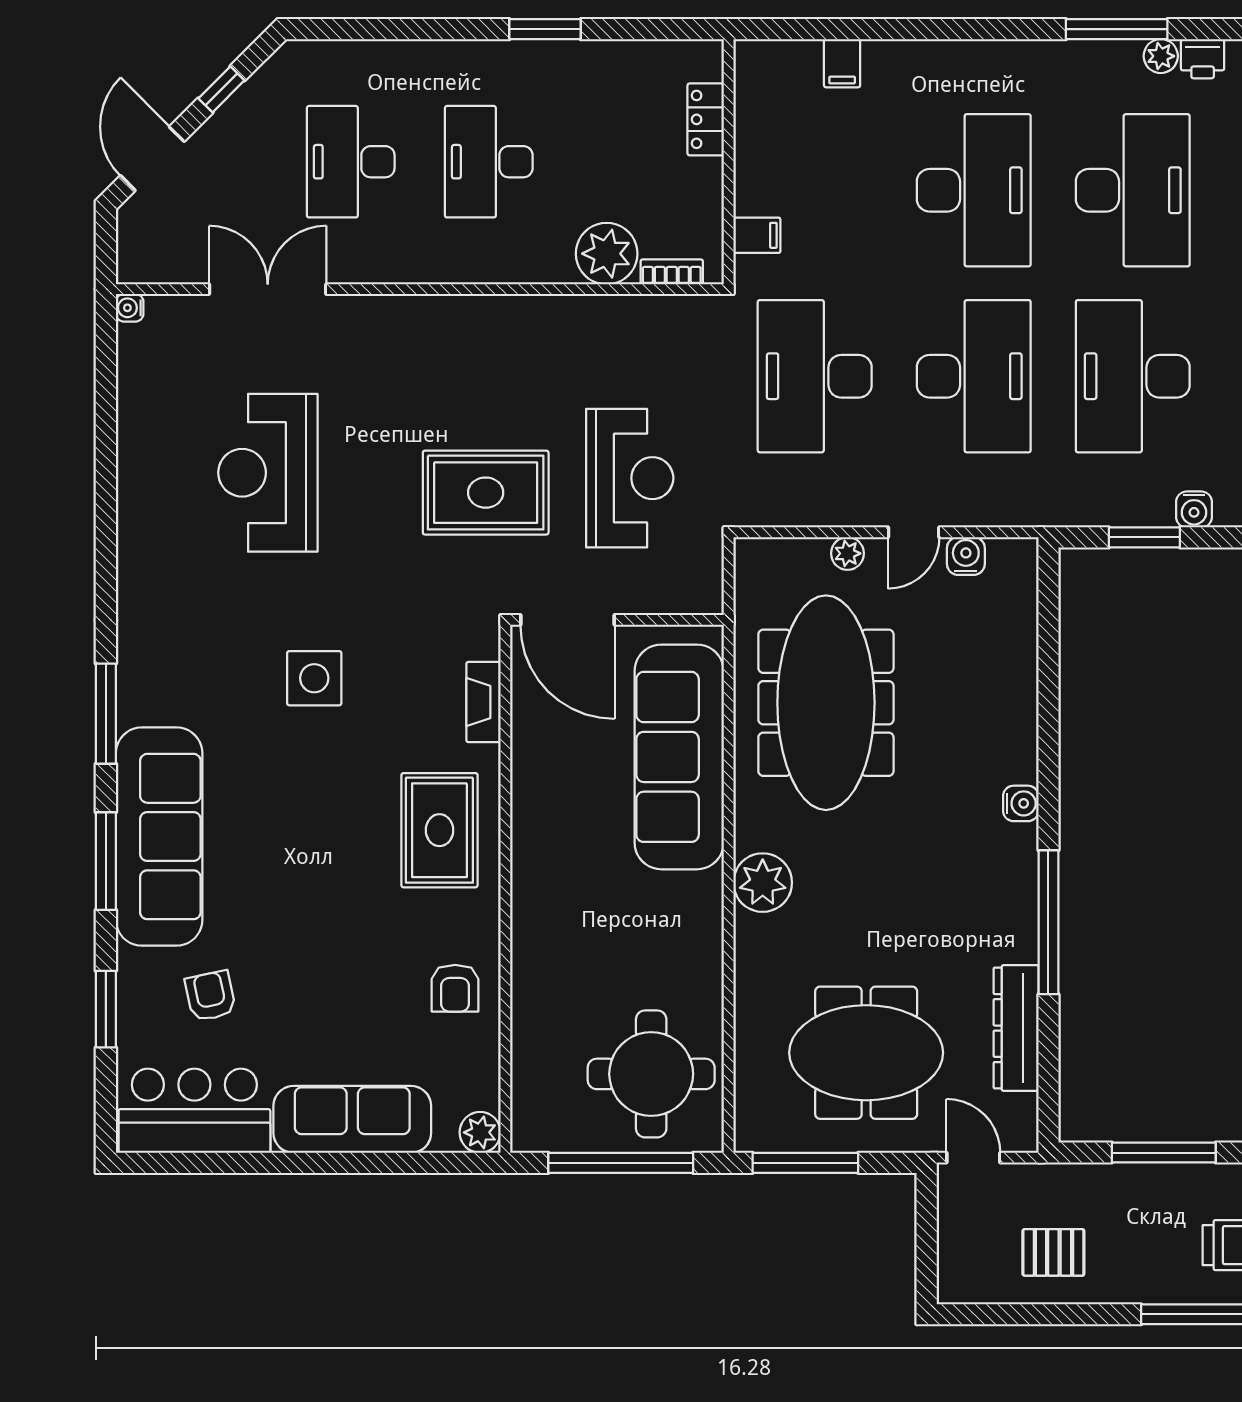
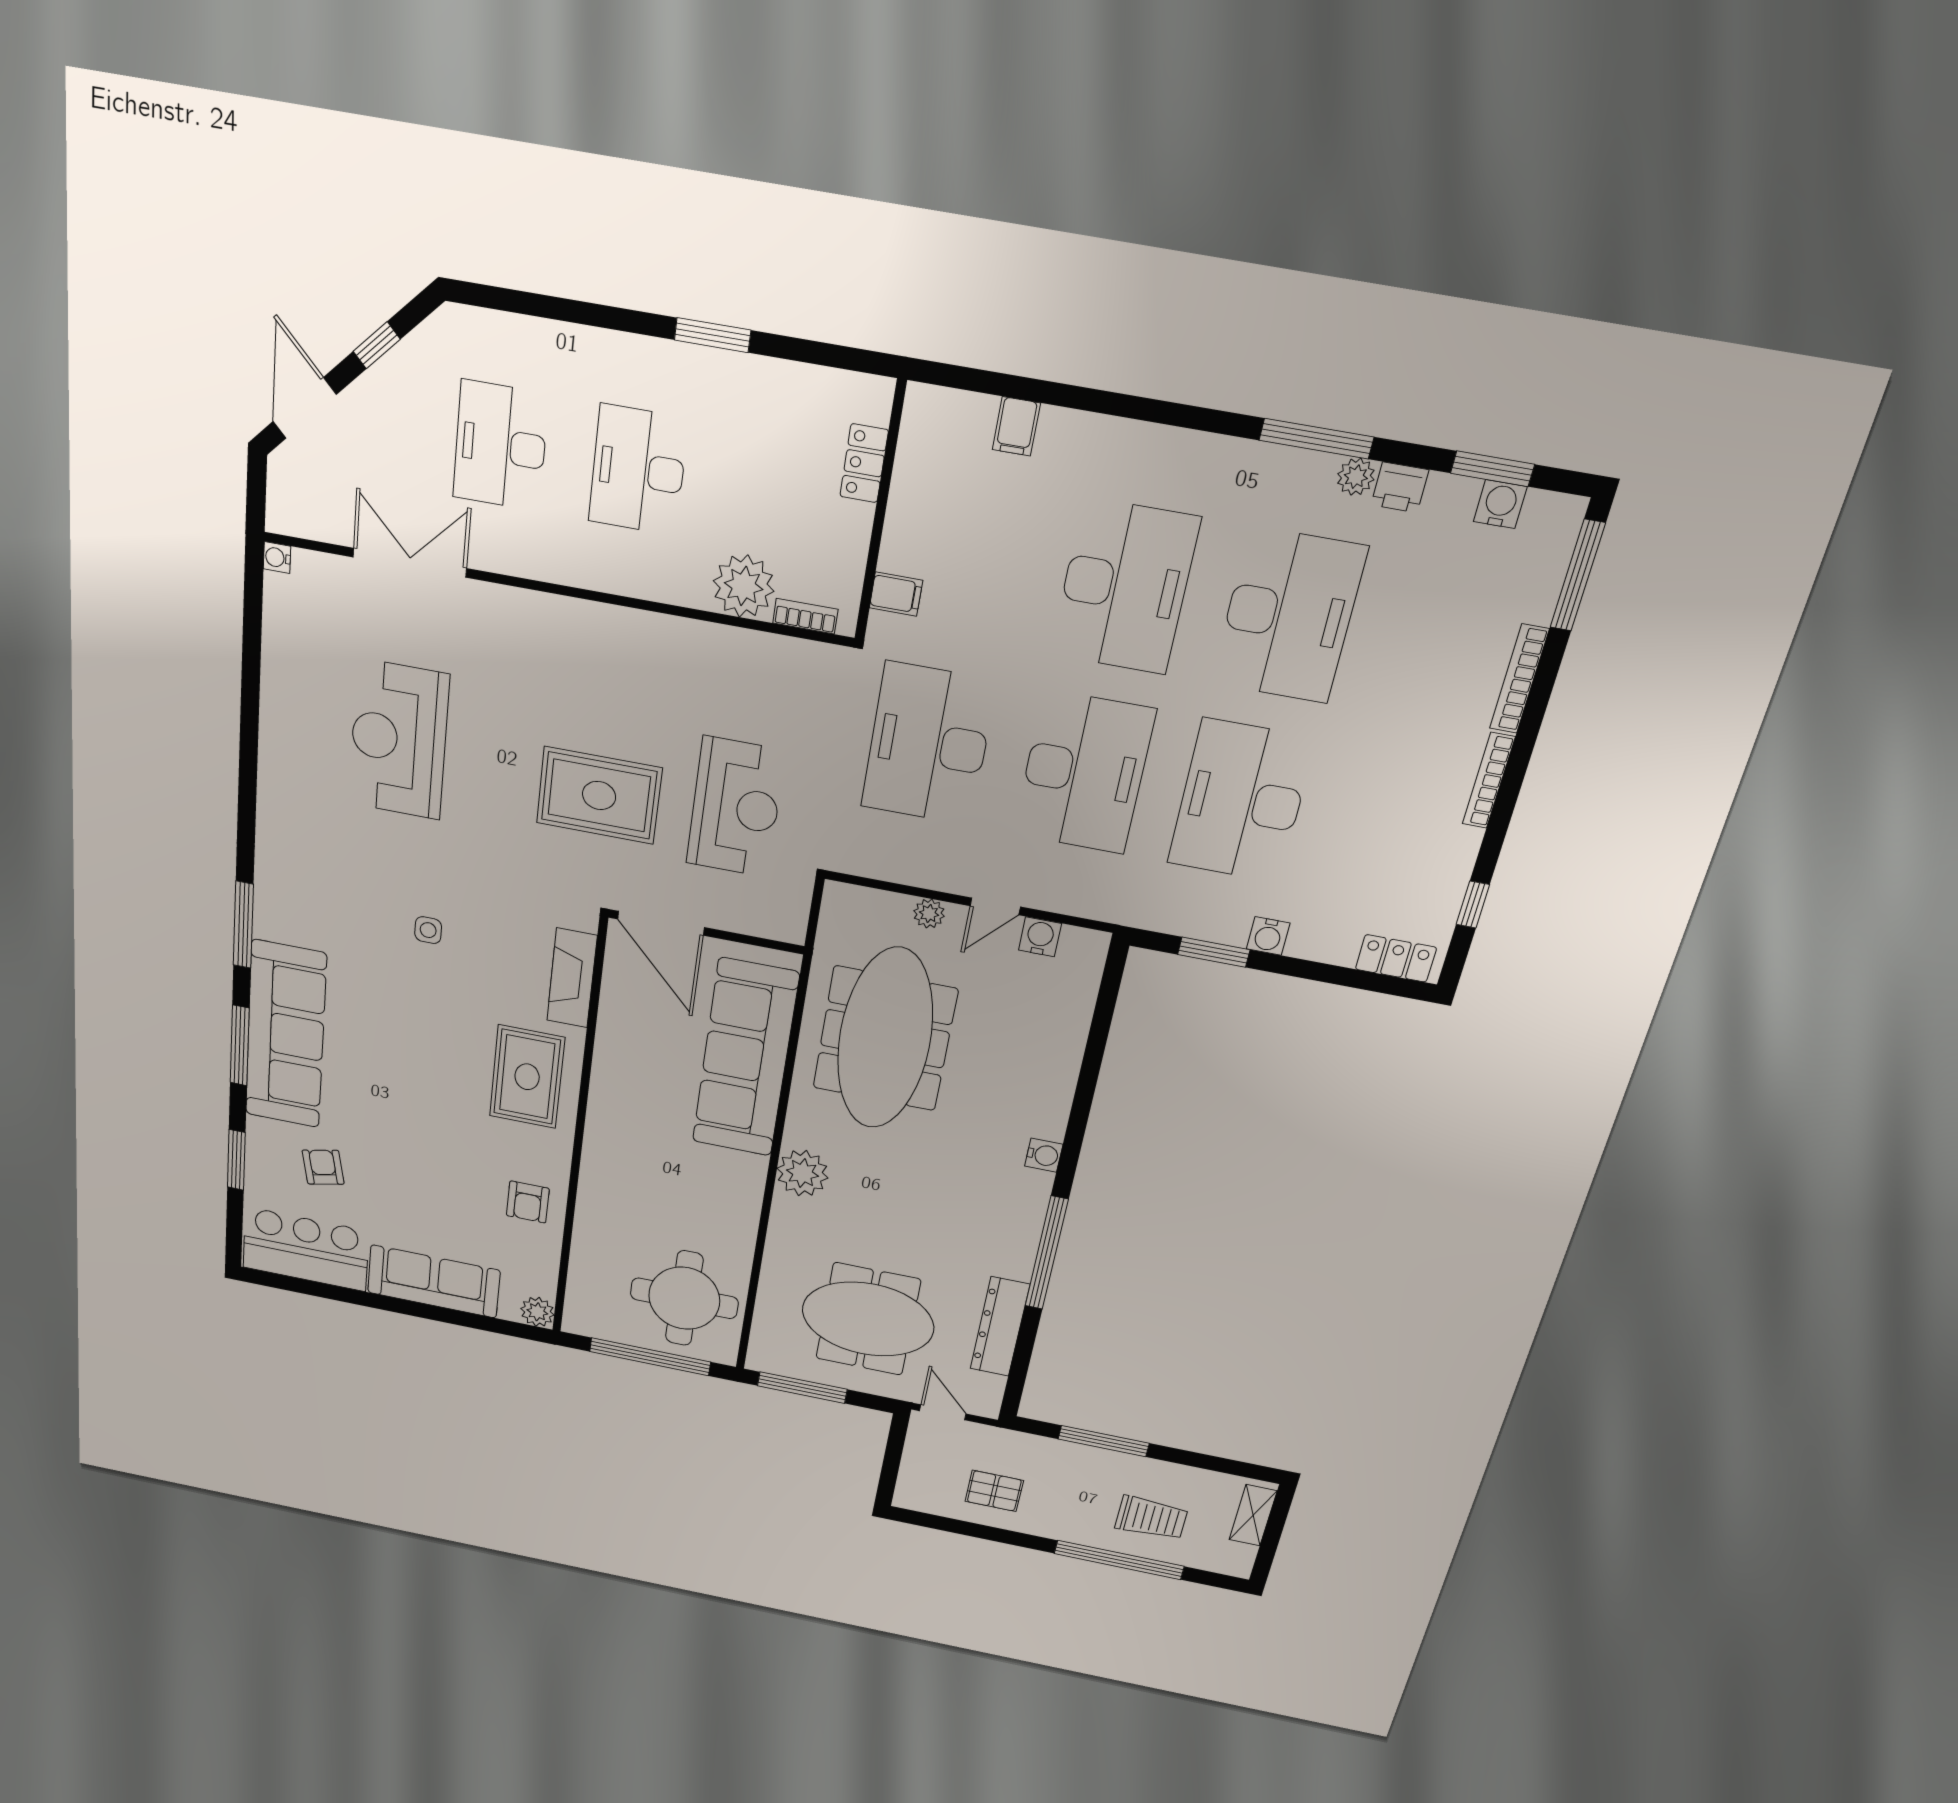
side table: (314, 678) -> (428, 930), width x0.54, depth x0.54
fireplace: (484, 702) -> (572, 978), width x1.37, depth x1.32

